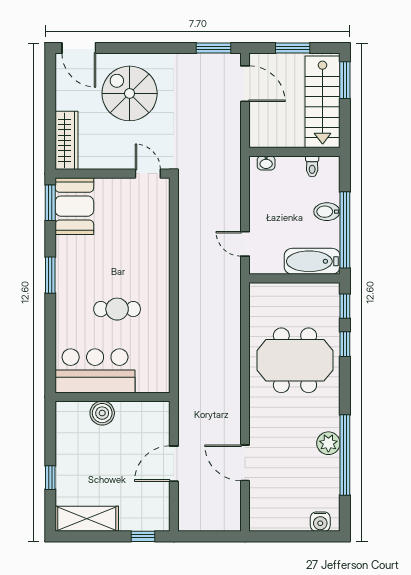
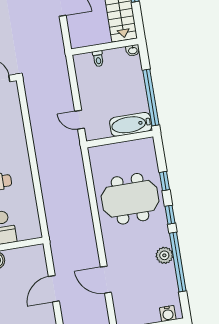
washbasin: (266, 163) -> (133, 50), moved
toilet: (312, 166) -> (98, 59), moved
bidet: (327, 212) -> (136, 86), removed
window: (345, 306) -> (170, 215), moved

